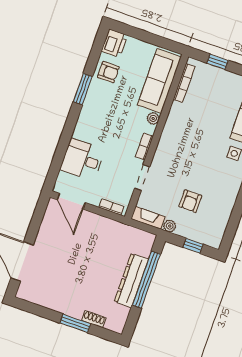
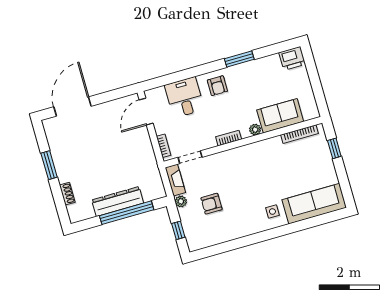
armchair: (108, 72) -> (217, 86), moved
sofa: (159, 81) -> (280, 116), width x0.73
doorway: (142, 177) -> (190, 157), moved
window: (75, 323) -> (49, 165), moved

